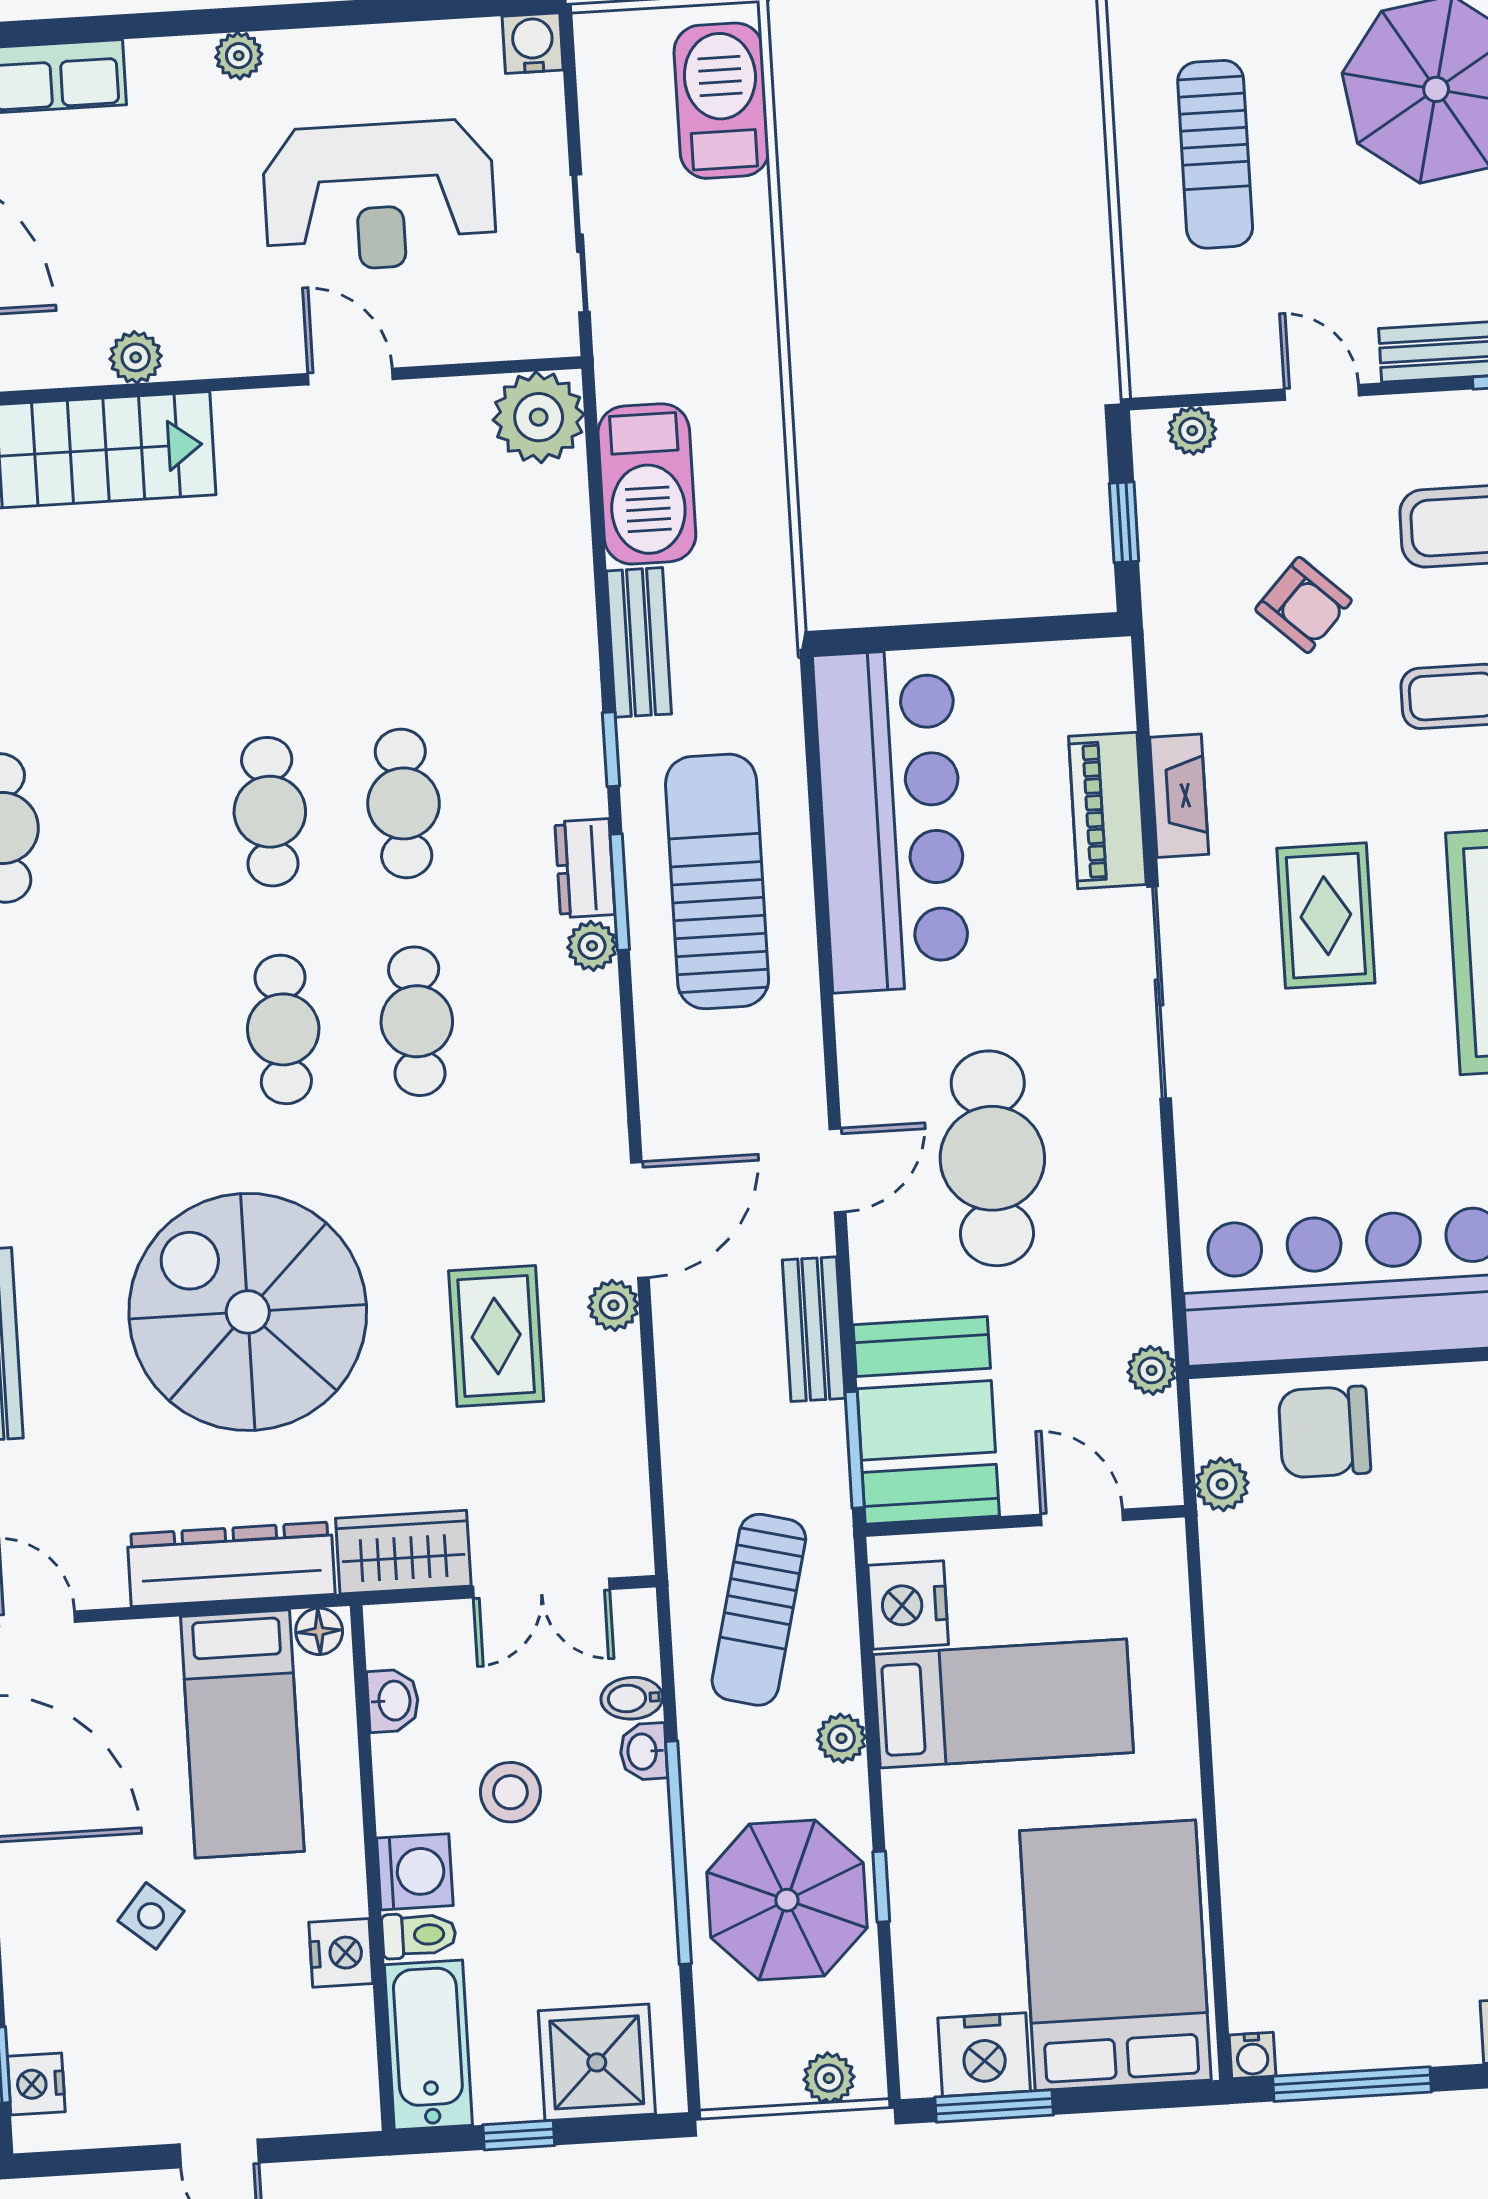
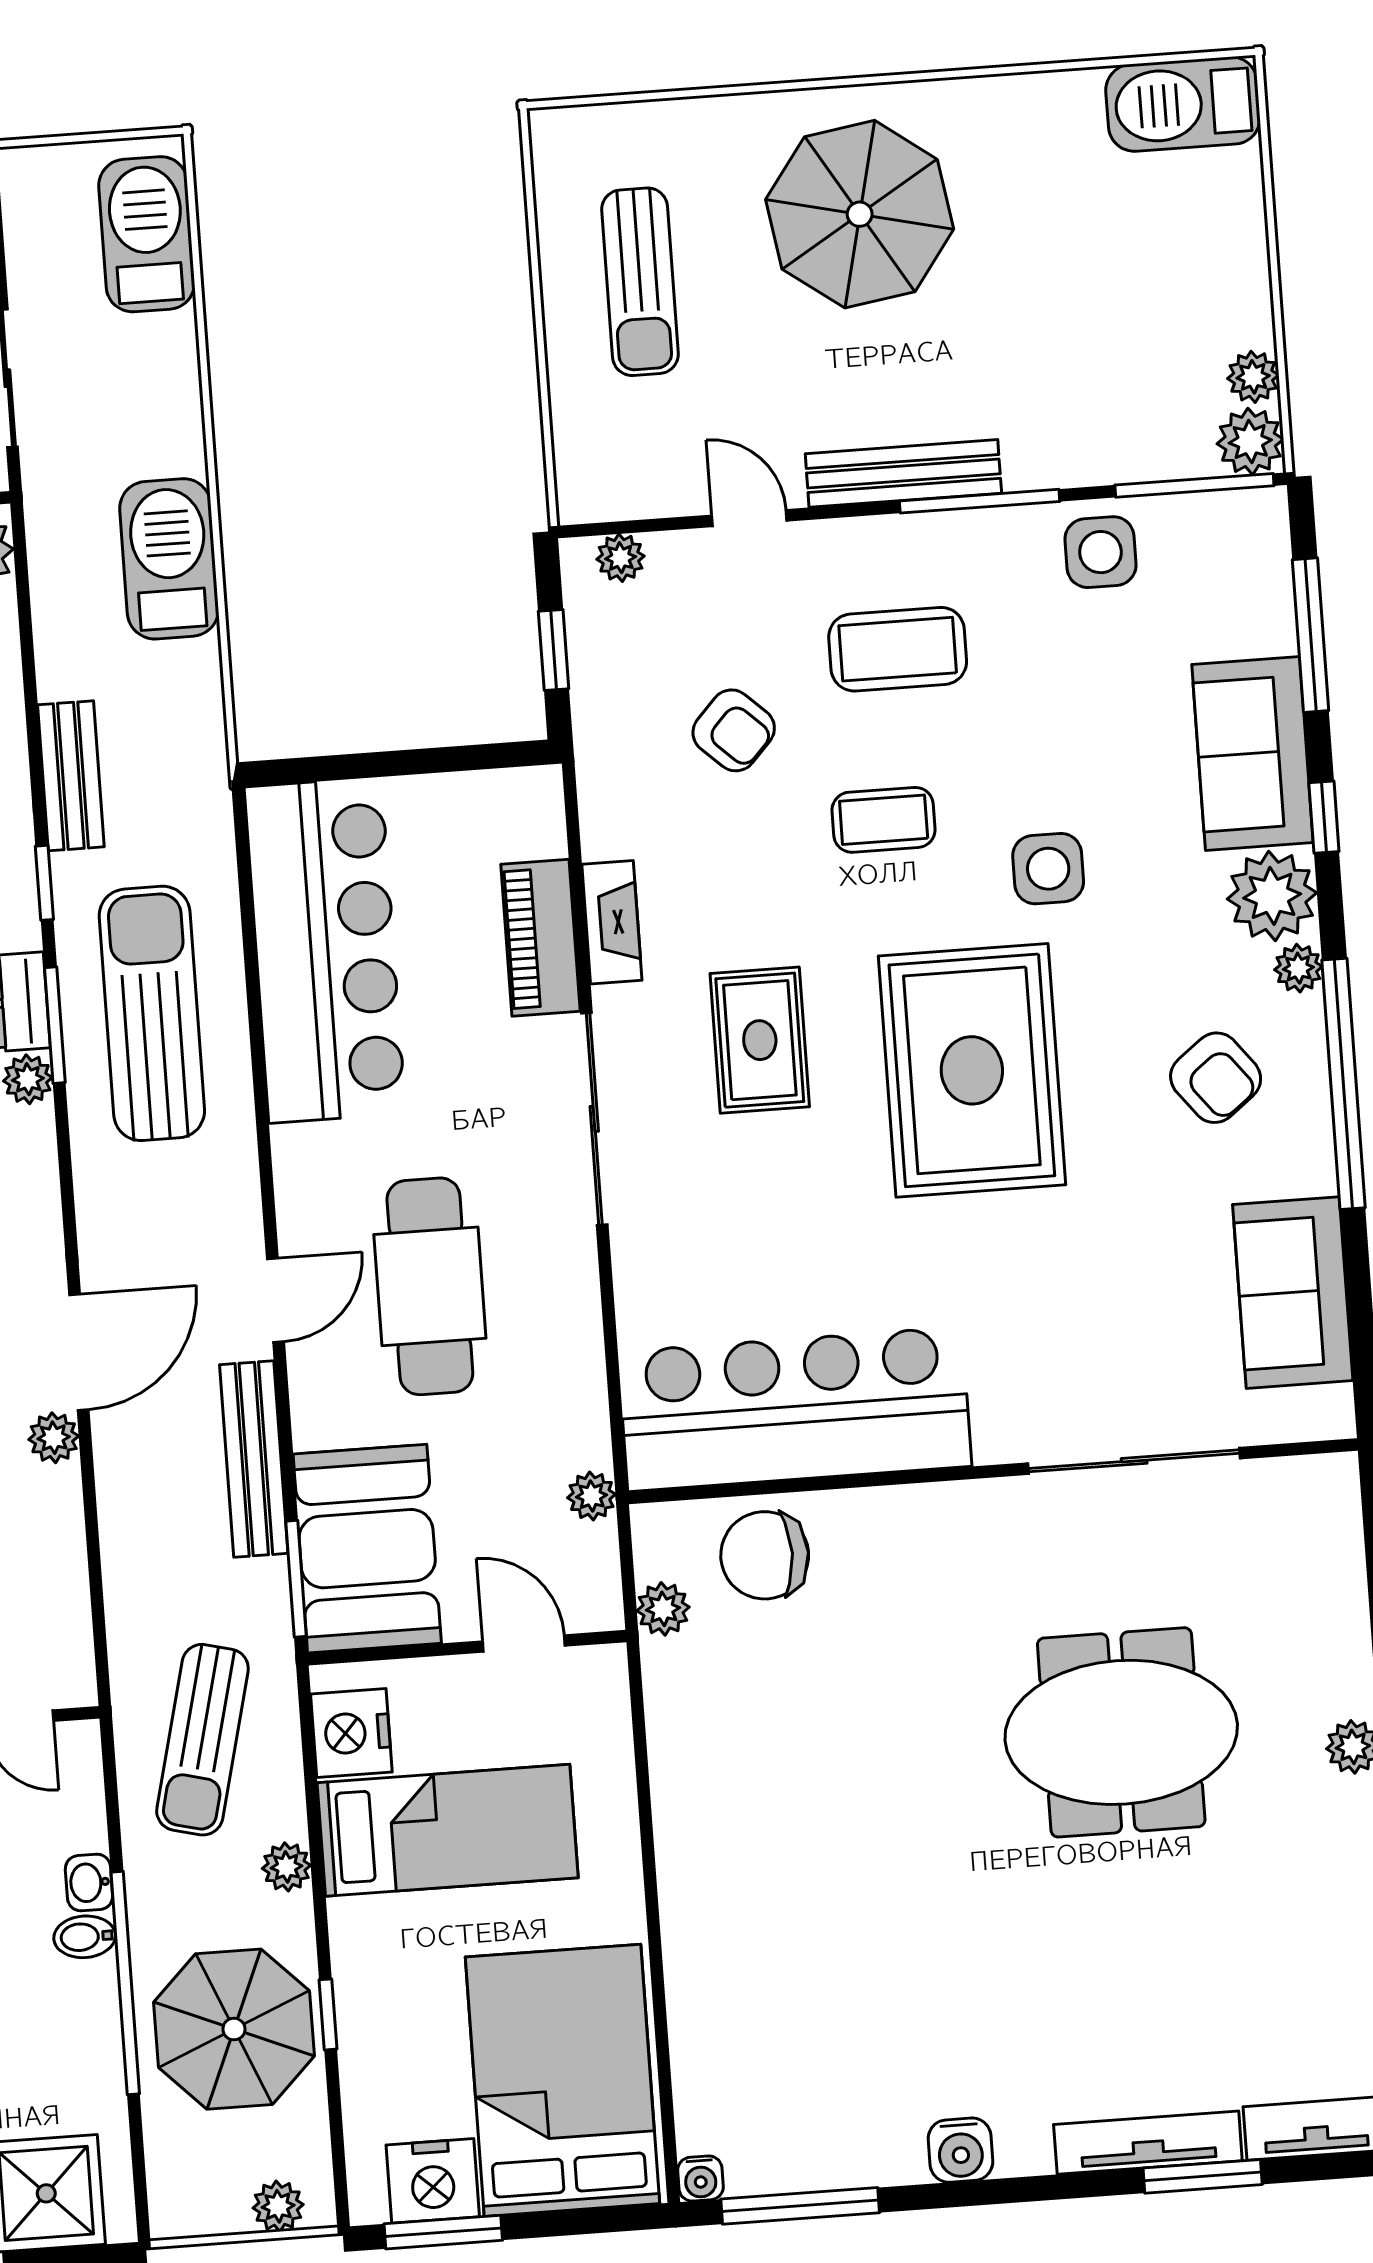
barbecue: (647, 484) -> (169, 559), moved, turned 180
bench: (814, 1329) -> (254, 1459), width x1.36
bidet: (632, 1698) -> (85, 1937), moved

